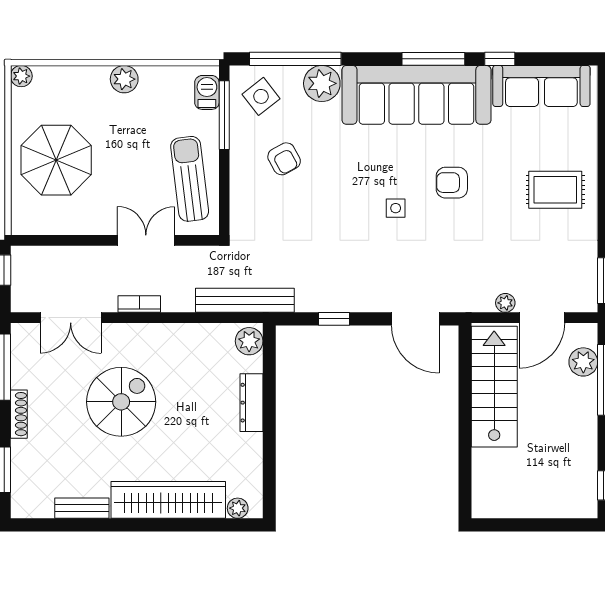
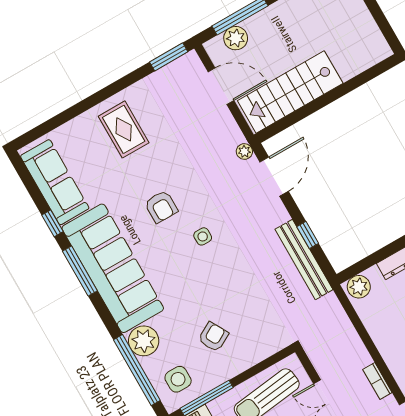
side table: (261, 96) -> (178, 379), turned 38
bench: (245, 300) -> (304, 259), moved
plant: (505, 303) -> (244, 152), moved

